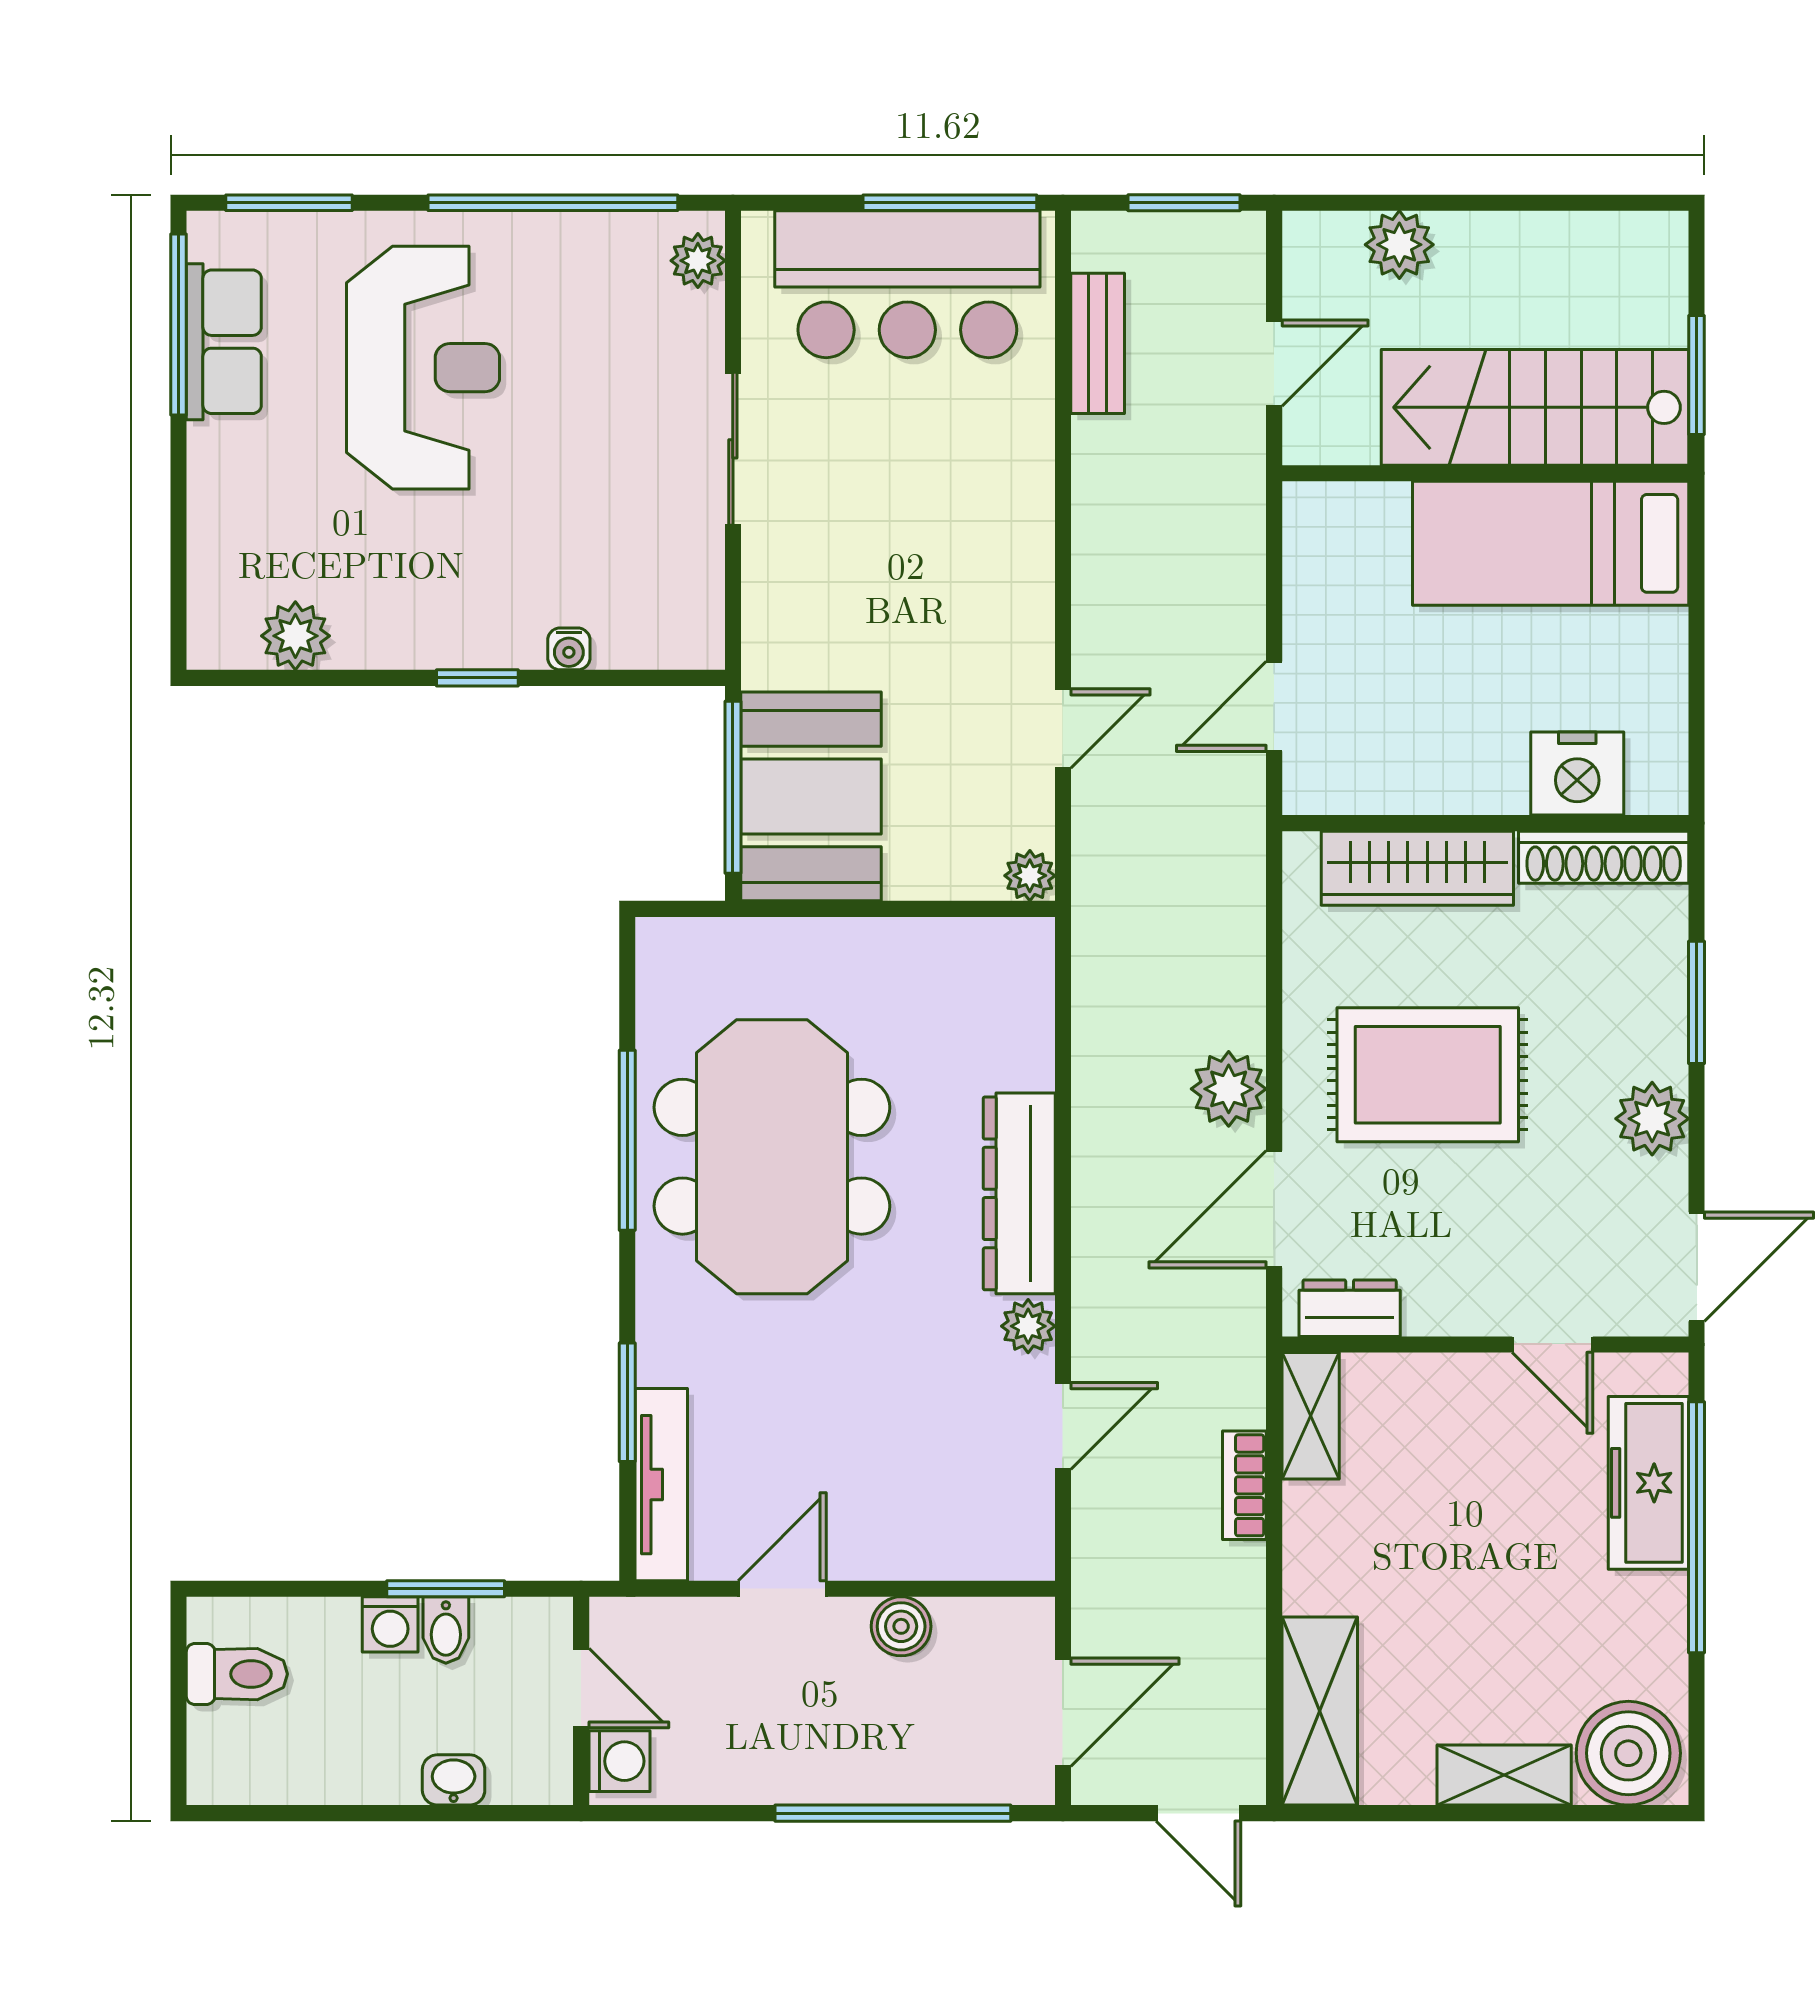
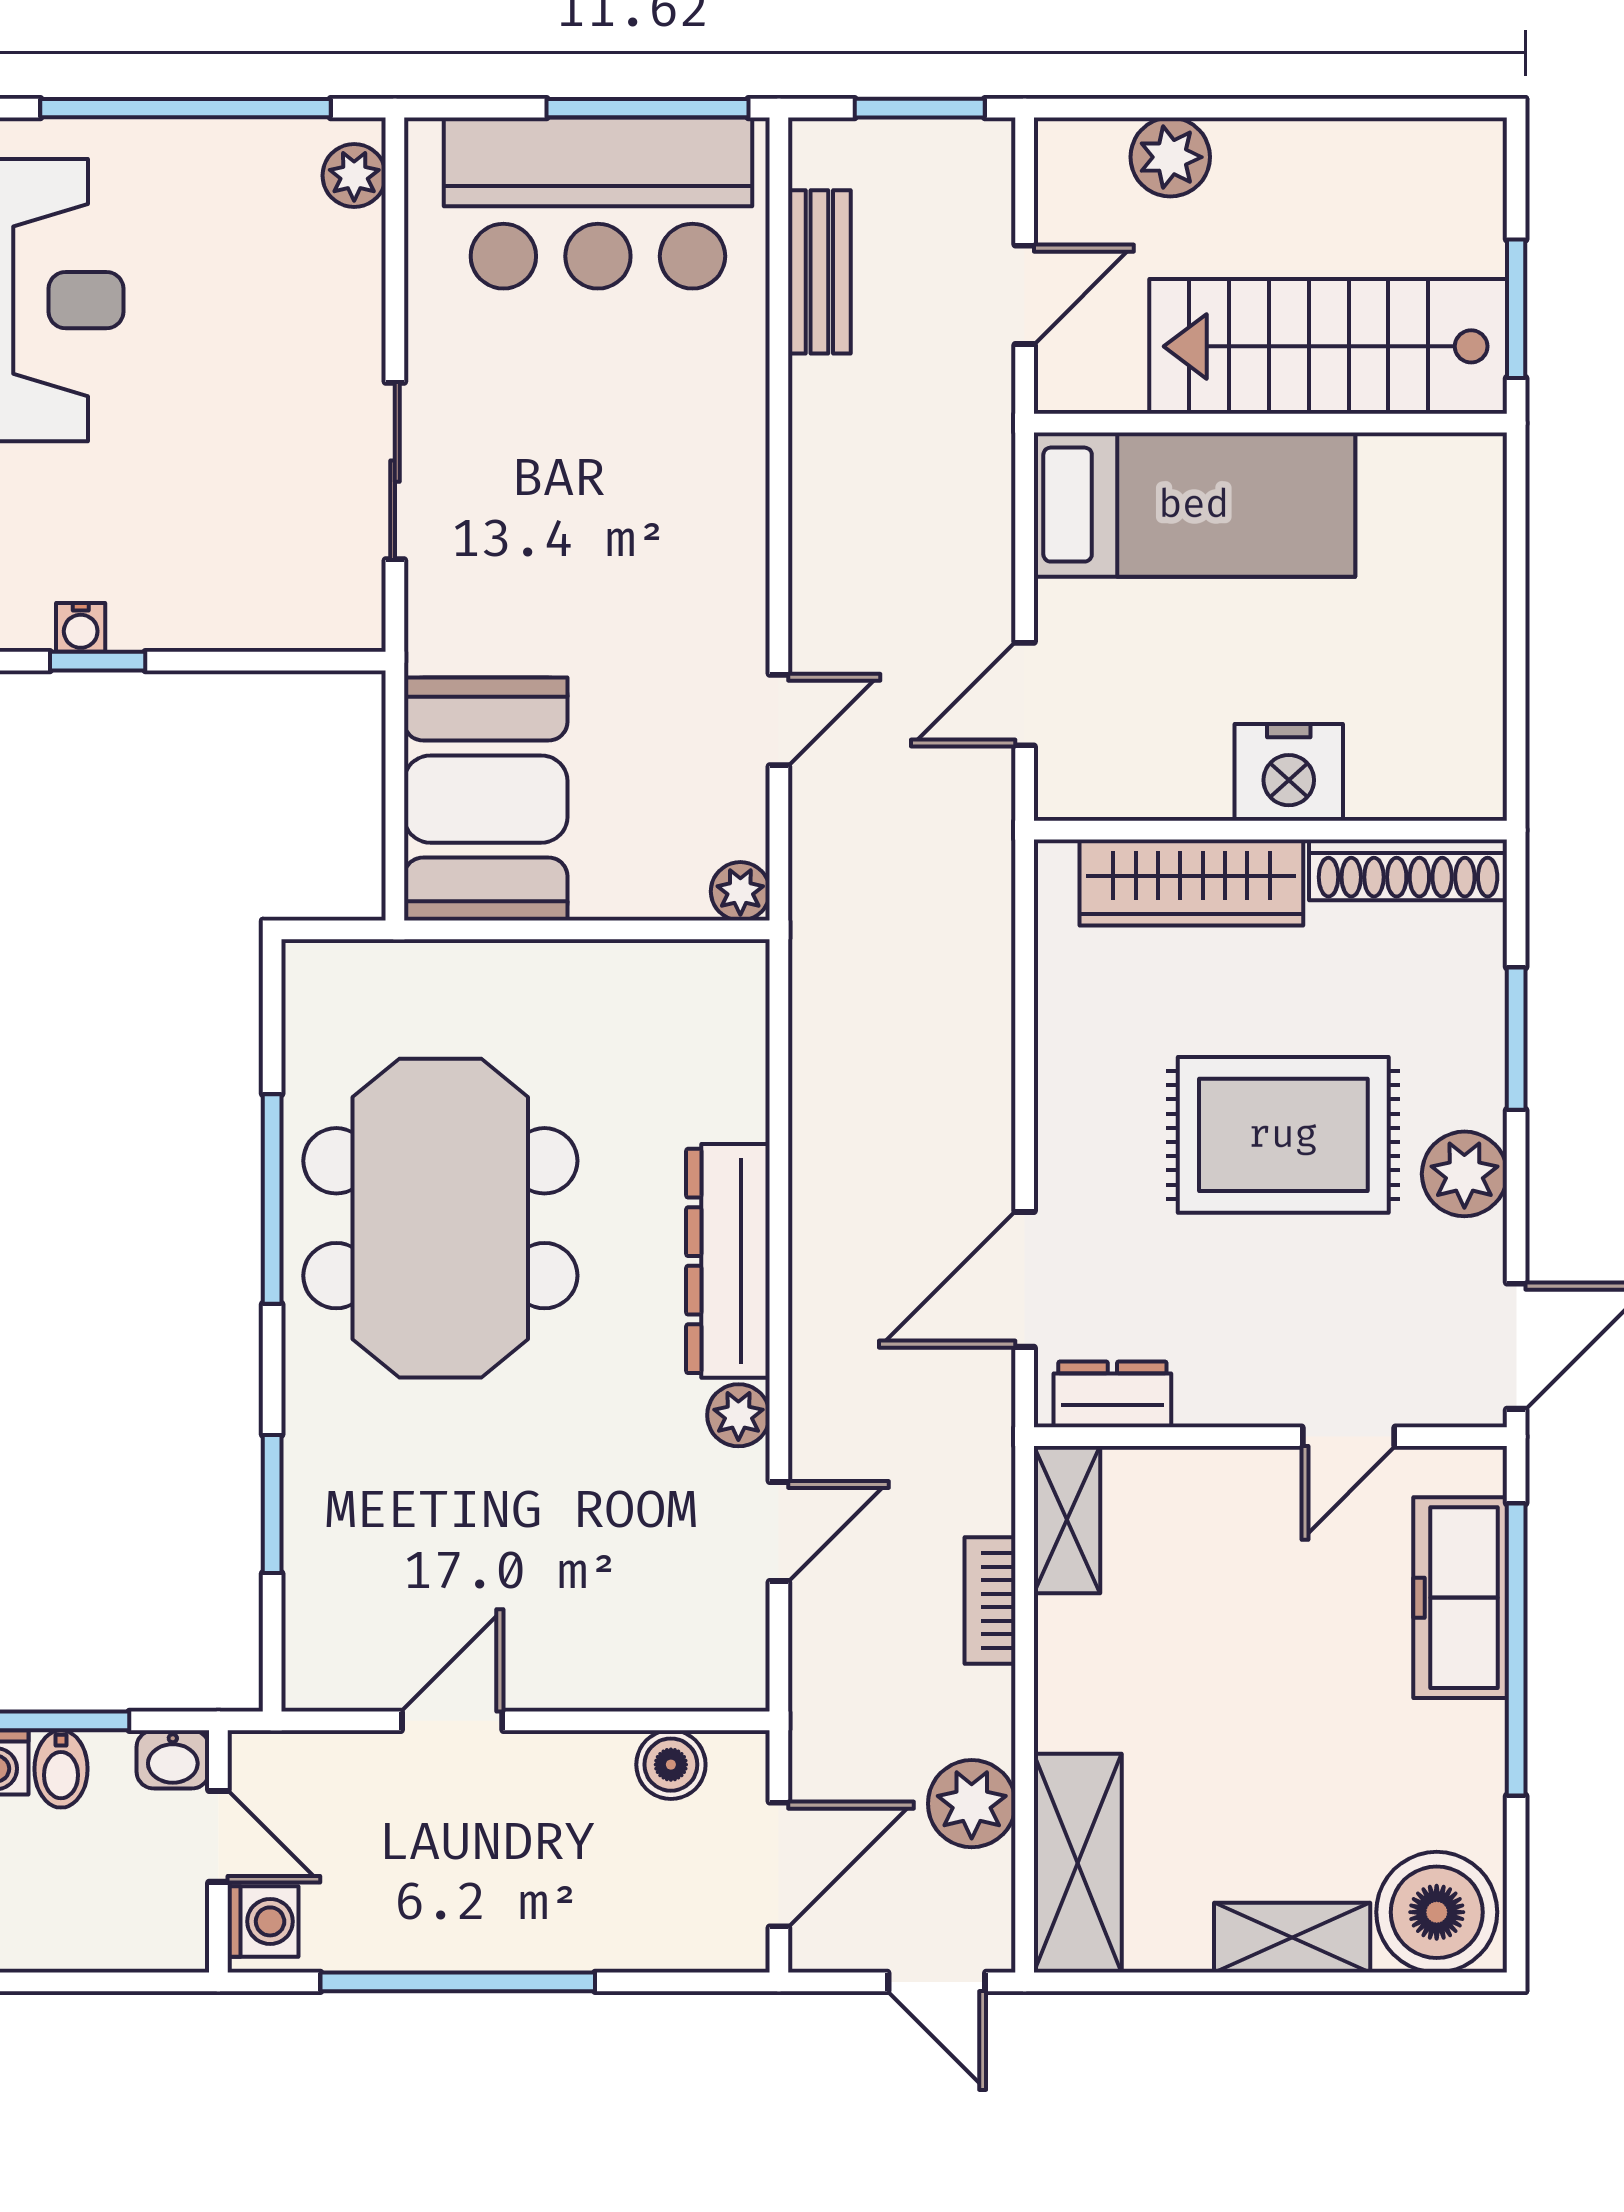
sliding door: (733, 449) -> (395, 471), moved
bed: (1551, 543) -> (1194, 505), moved, turned 180
water cooler: (569, 649) -> (81, 627), moved
nightstand: (1577, 774) -> (1289, 772), moved
window: (733, 787) -> (395, 788), removed
rug: (1428, 1075) -> (1283, 1135), moved
plant: (1229, 1089) -> (972, 1804), moved
door: (1552, 1344) -> (1348, 1437), hinge flipped
tv unit: (661, 1485) -> (312, 1600), removed
boiler: (901, 1626) -> (671, 1765), moved
washbasin: (454, 1780) -> (173, 1759), moved, turned 180
window: (893, 1813) -> (458, 1982), moved

